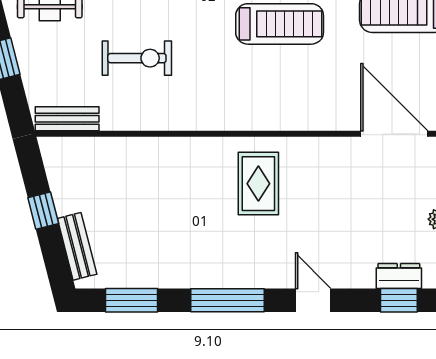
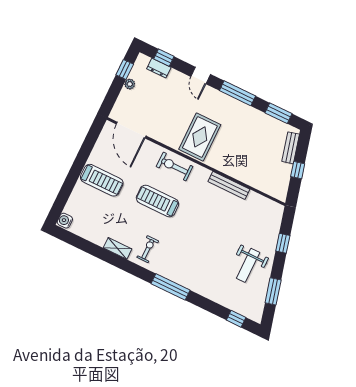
exercise bike: (137, 58) -> (175, 166), moved
bench: (67, 119) -> (229, 185), moved, width x1.36
rug: (258, 184) -> (200, 137), width x1.36, depth x1.43

